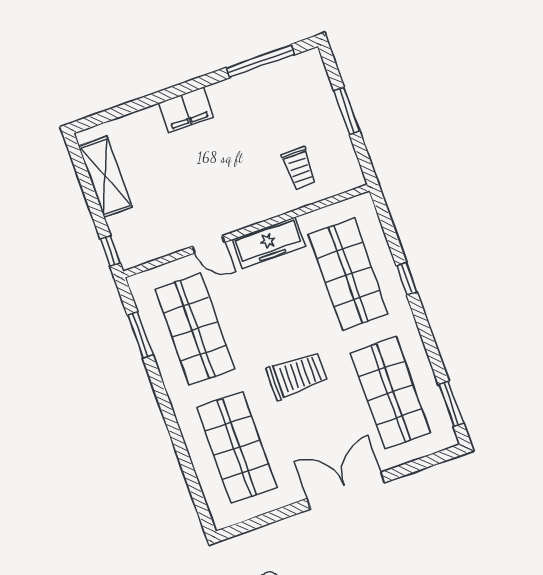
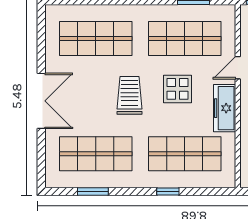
display table: (265, 315) -> (177, 89), added
trolley: (297, 376) -> (130, 95), turned 180
window: (451, 404) -> (93, 192), moved

